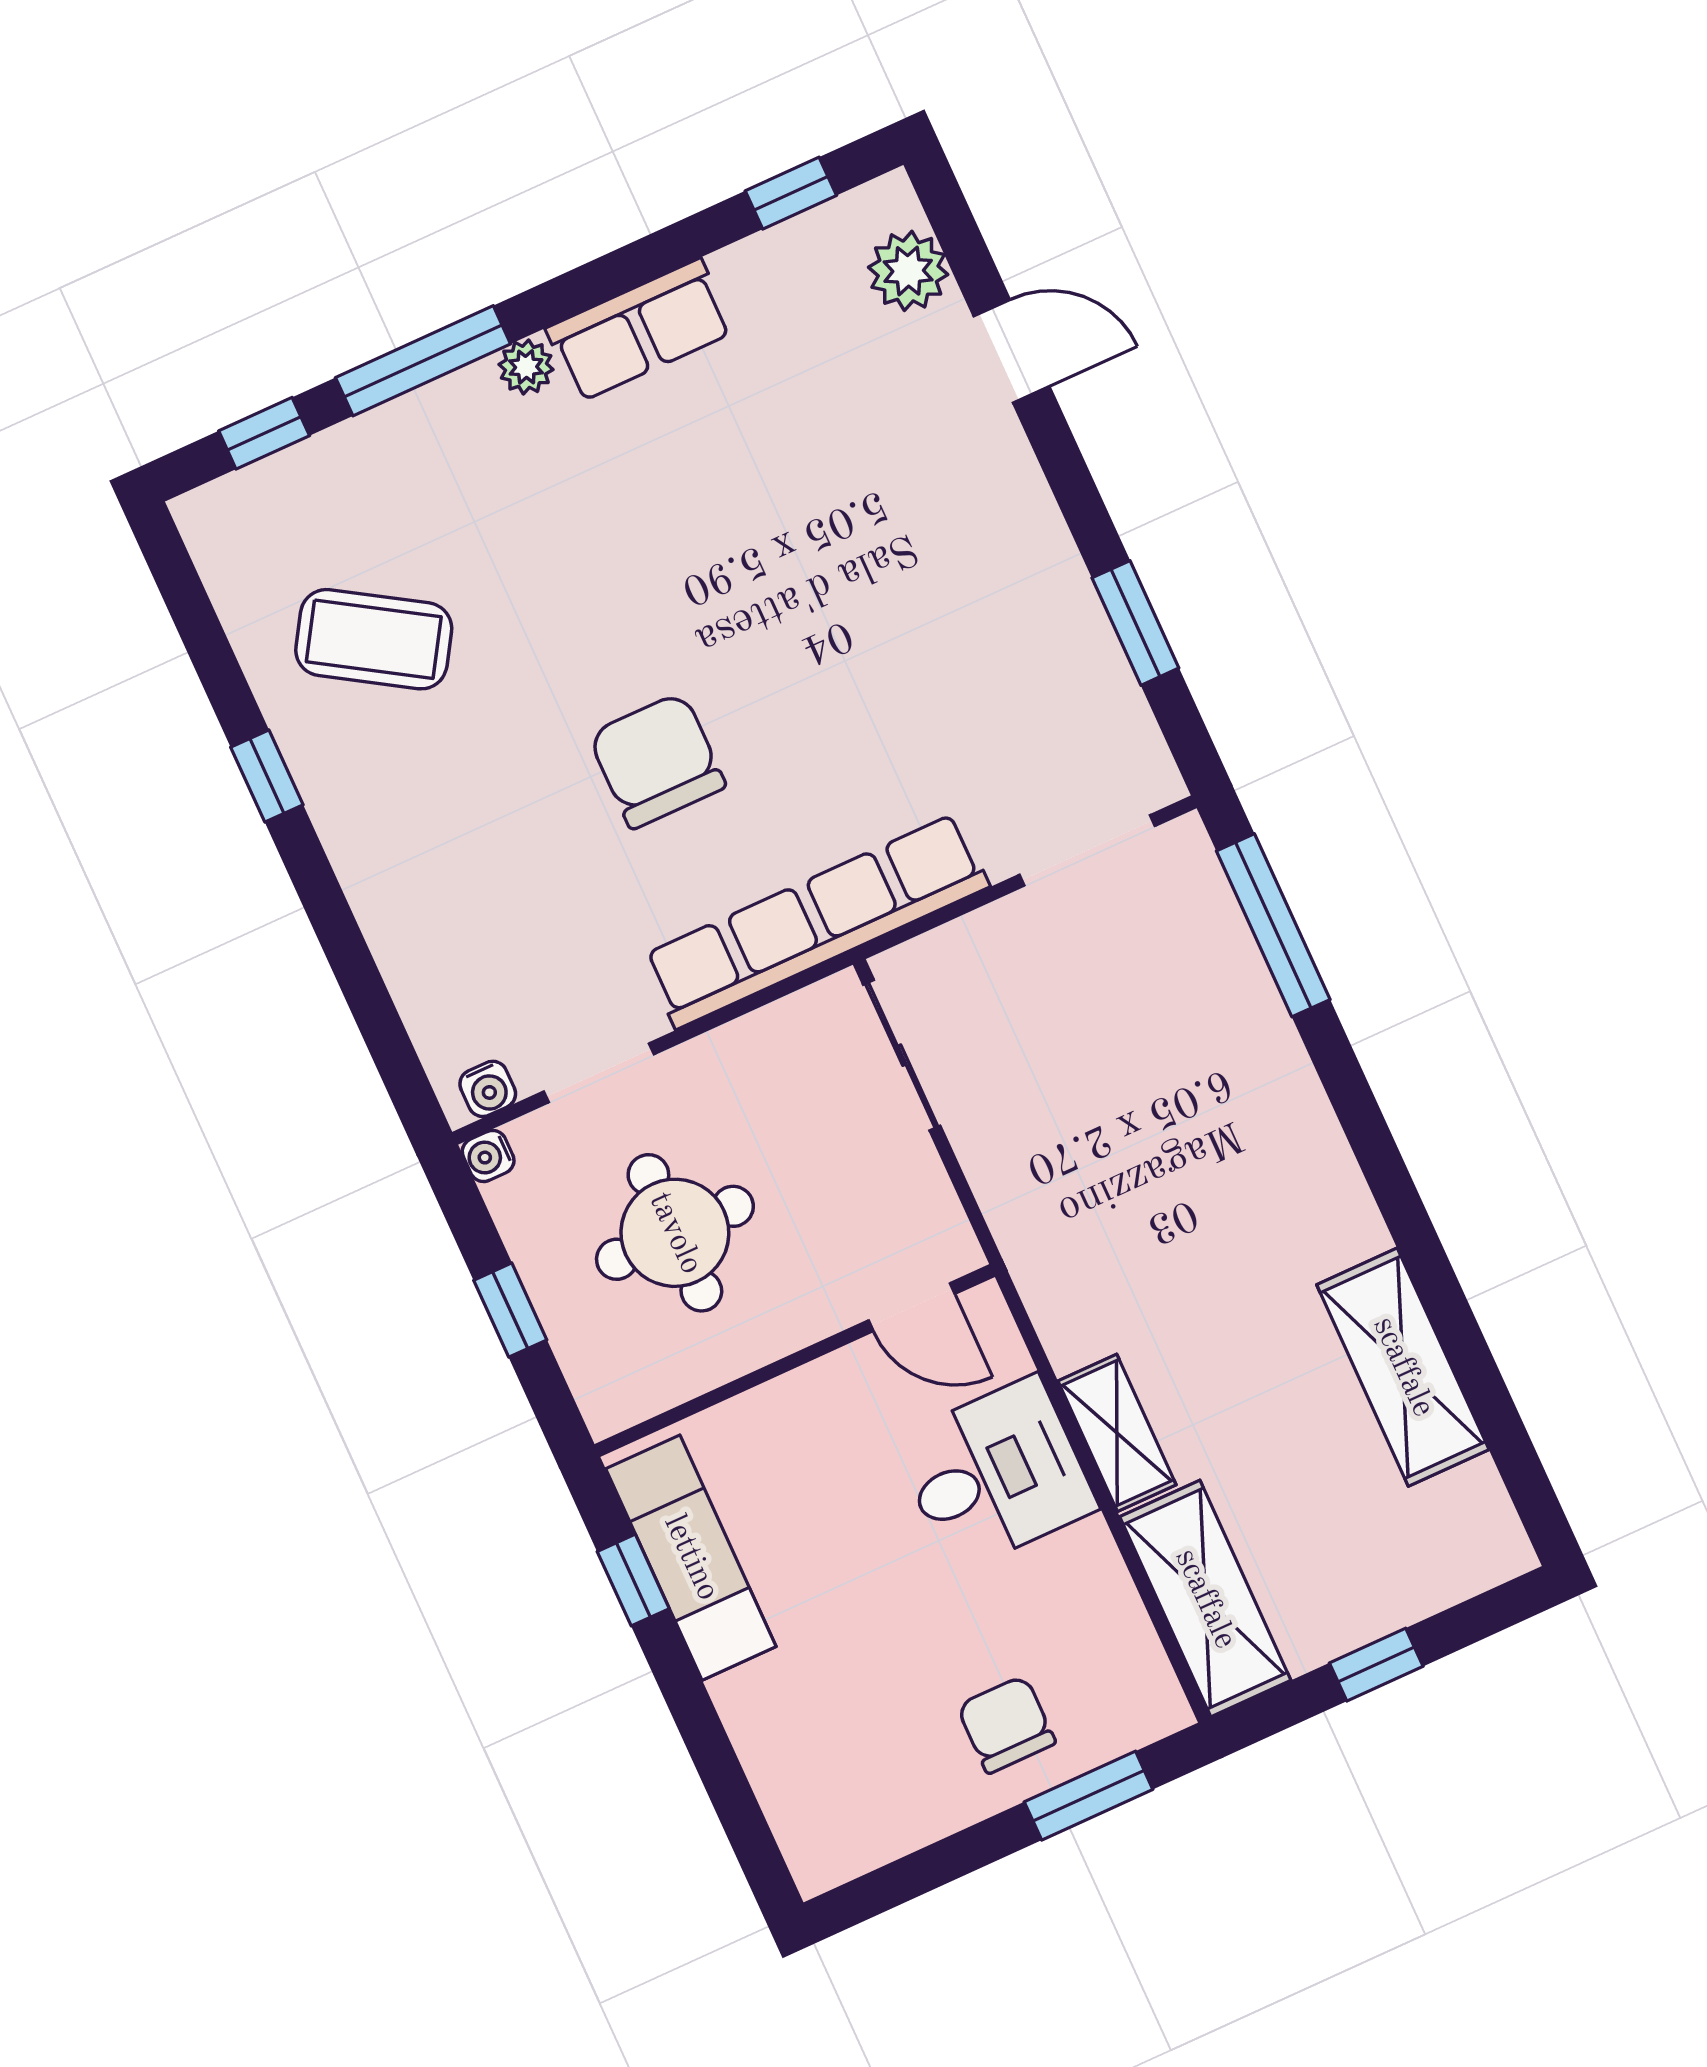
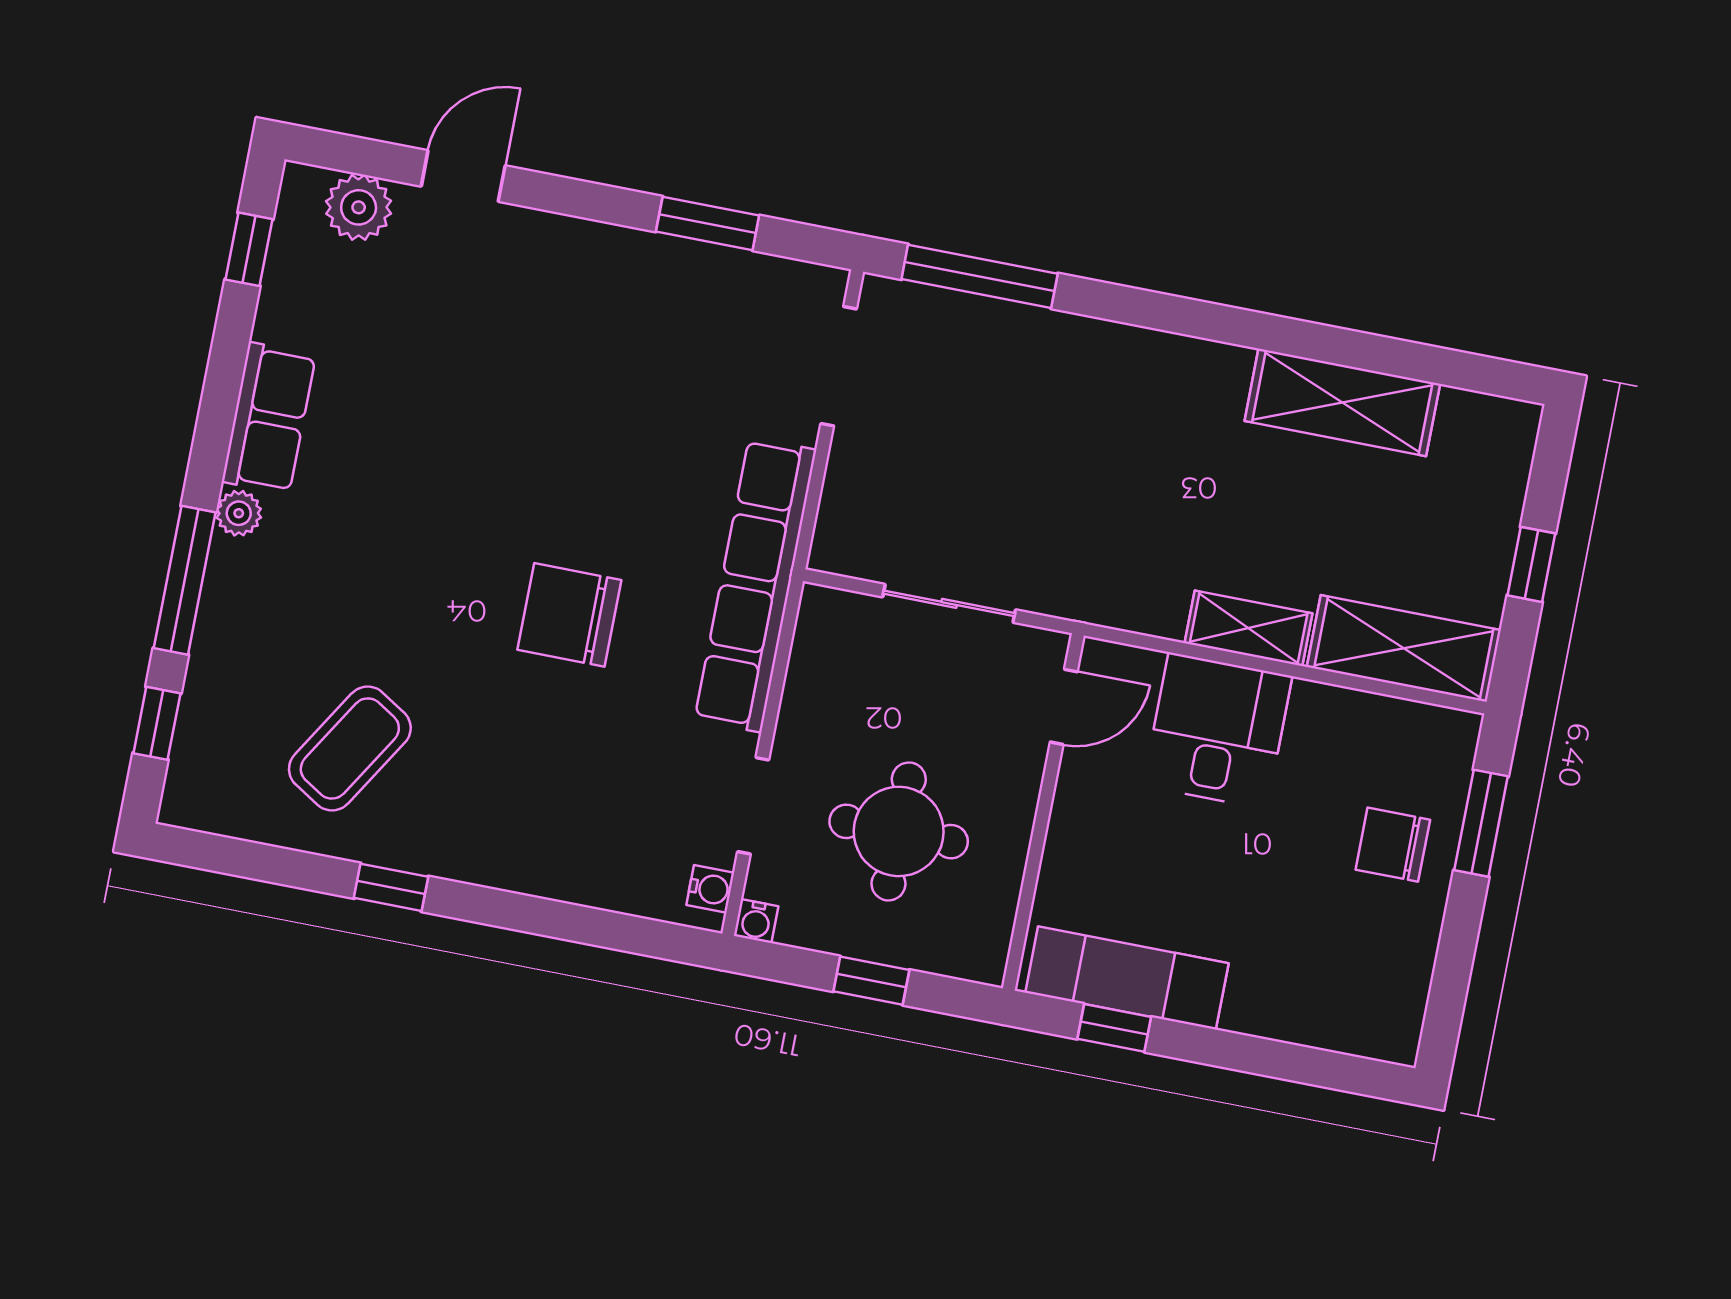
sliding door: (902, 1055) -> (949, 603), moved

